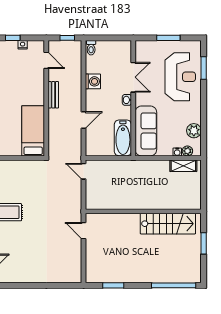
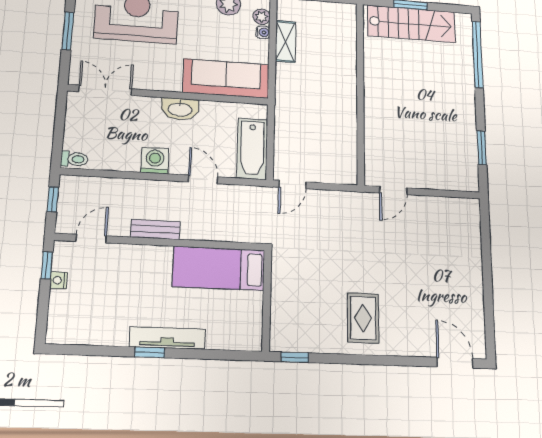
window: (13, 38) -> (47, 265), moved
double door: (133, 77) -> (105, 90), moved
washing machine: (93, 81) -> (155, 161), moved
washbasin: (127, 100) -> (180, 109), width x1.91, depth x1.45
bathtub: (123, 138) -> (252, 149), moved, turned 90
shelving: (183, 166) -> (285, 41), moved
stairs: (168, 224) -> (411, 24), moved, turned 90

